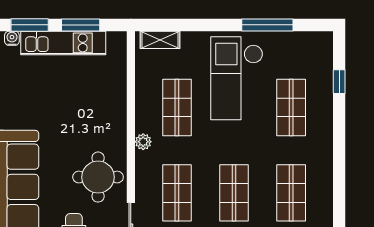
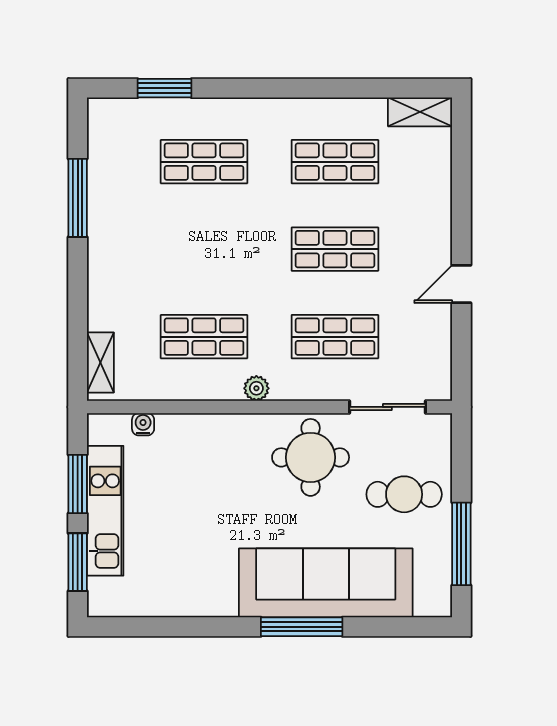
water cooler: (12, 38) -> (143, 424), moved, turned 90
checkout: (237, 78) -> (159, 245), removed
window: (339, 82) -> (164, 88), width x1.50

